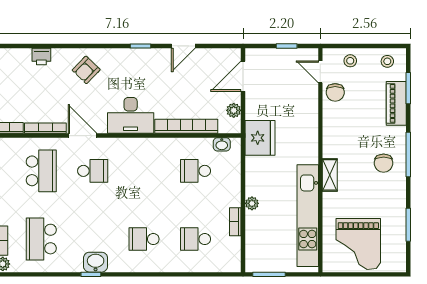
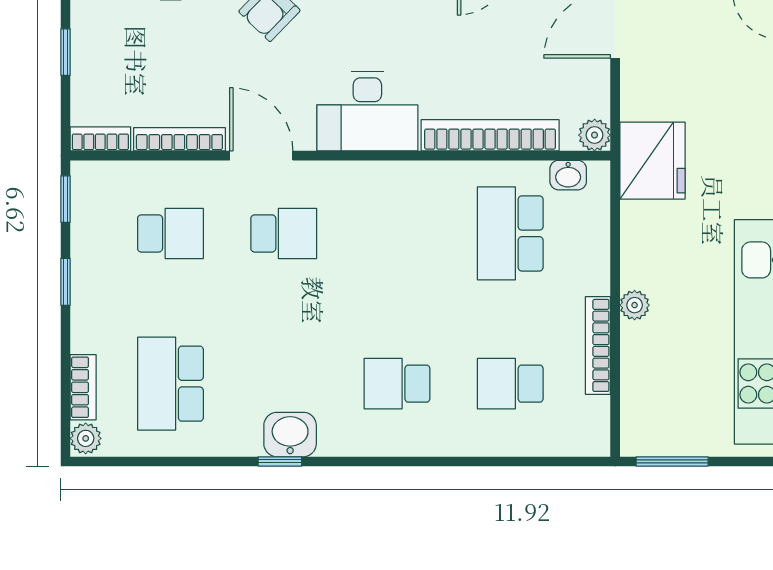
plant: (234, 110) -> (595, 135), moved
school desk: (41, 171) -> (170, 233), width x0.54
school desk: (195, 171) -> (510, 233), width x1.85
bookcase: (235, 222) -> (598, 345), width x1.56

